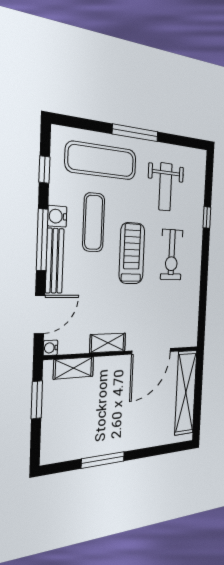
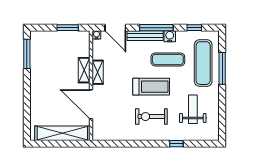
window: (135, 133) -> (222, 68), moved
weight bench: (165, 187) -> (193, 109), turned 90
shelving: (74, 368) -> (84, 70), moved
window: (103, 460) -> (27, 54), moved

